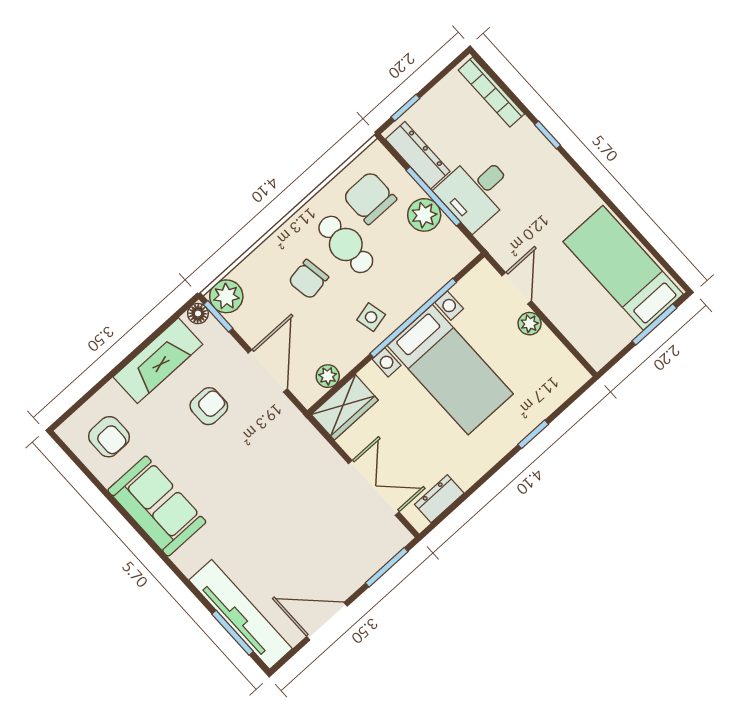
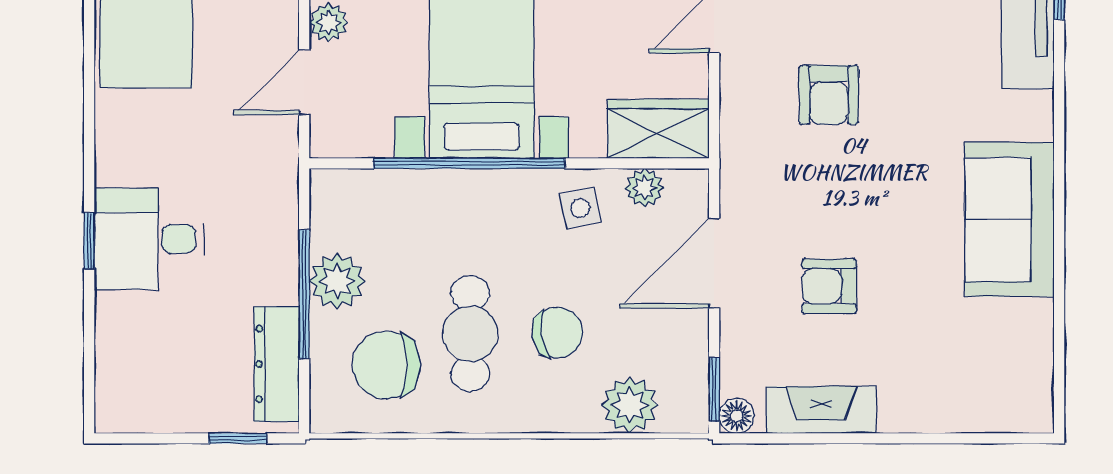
bookcase: (491, 92) -> (111, 360), removed
desk: (476, 191) -> (149, 239), moved, turned 180
chair: (370, 198) -> (386, 365), turned 90
plant: (226, 296) -> (630, 405), moved
side table: (371, 317) -> (580, 208), moved
fireplace: (158, 361) -> (821, 410), width x0.73, depth x0.76
armchair: (109, 437) -> (829, 95), moved, turned 180

